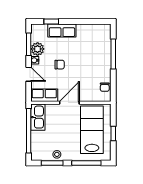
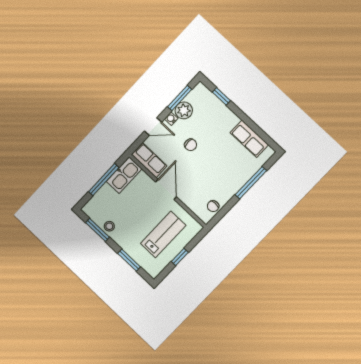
row of seats: (62, 31) -> (249, 139), moved
door: (29, 74) -> (153, 127), hinge flipped
door: (69, 103) -> (166, 189), hinge flipped
lab bench: (92, 130) -> (163, 234), width x0.73, depth x0.72
window: (29, 131) -> (104, 180), width x0.68
window: (86, 163) -> (129, 260), width x0.69

